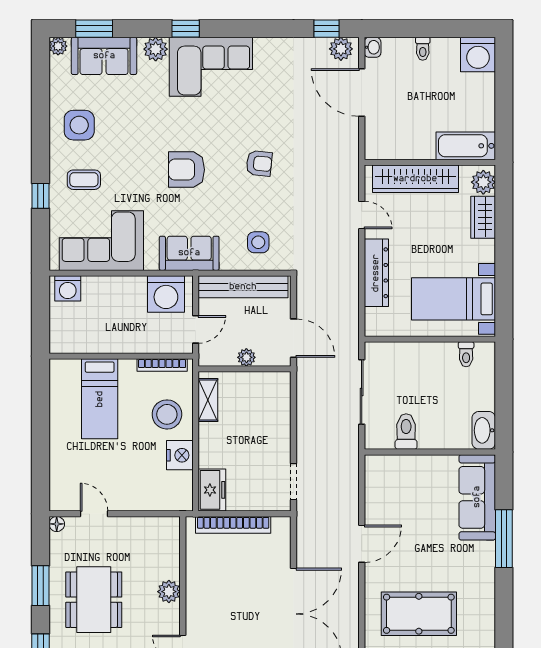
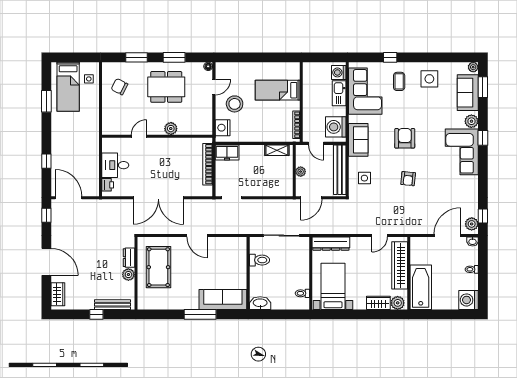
bathtub: (466, 146) -> (421, 287), width x1.36, depth x1.36
dresser: (376, 273) -> (331, 244), moved
kitchen sink: (105, 288) -> (339, 93), added
stool: (167, 414) -> (235, 104), moved
nightstand: (180, 455) -> (223, 128), moved, turned 90

